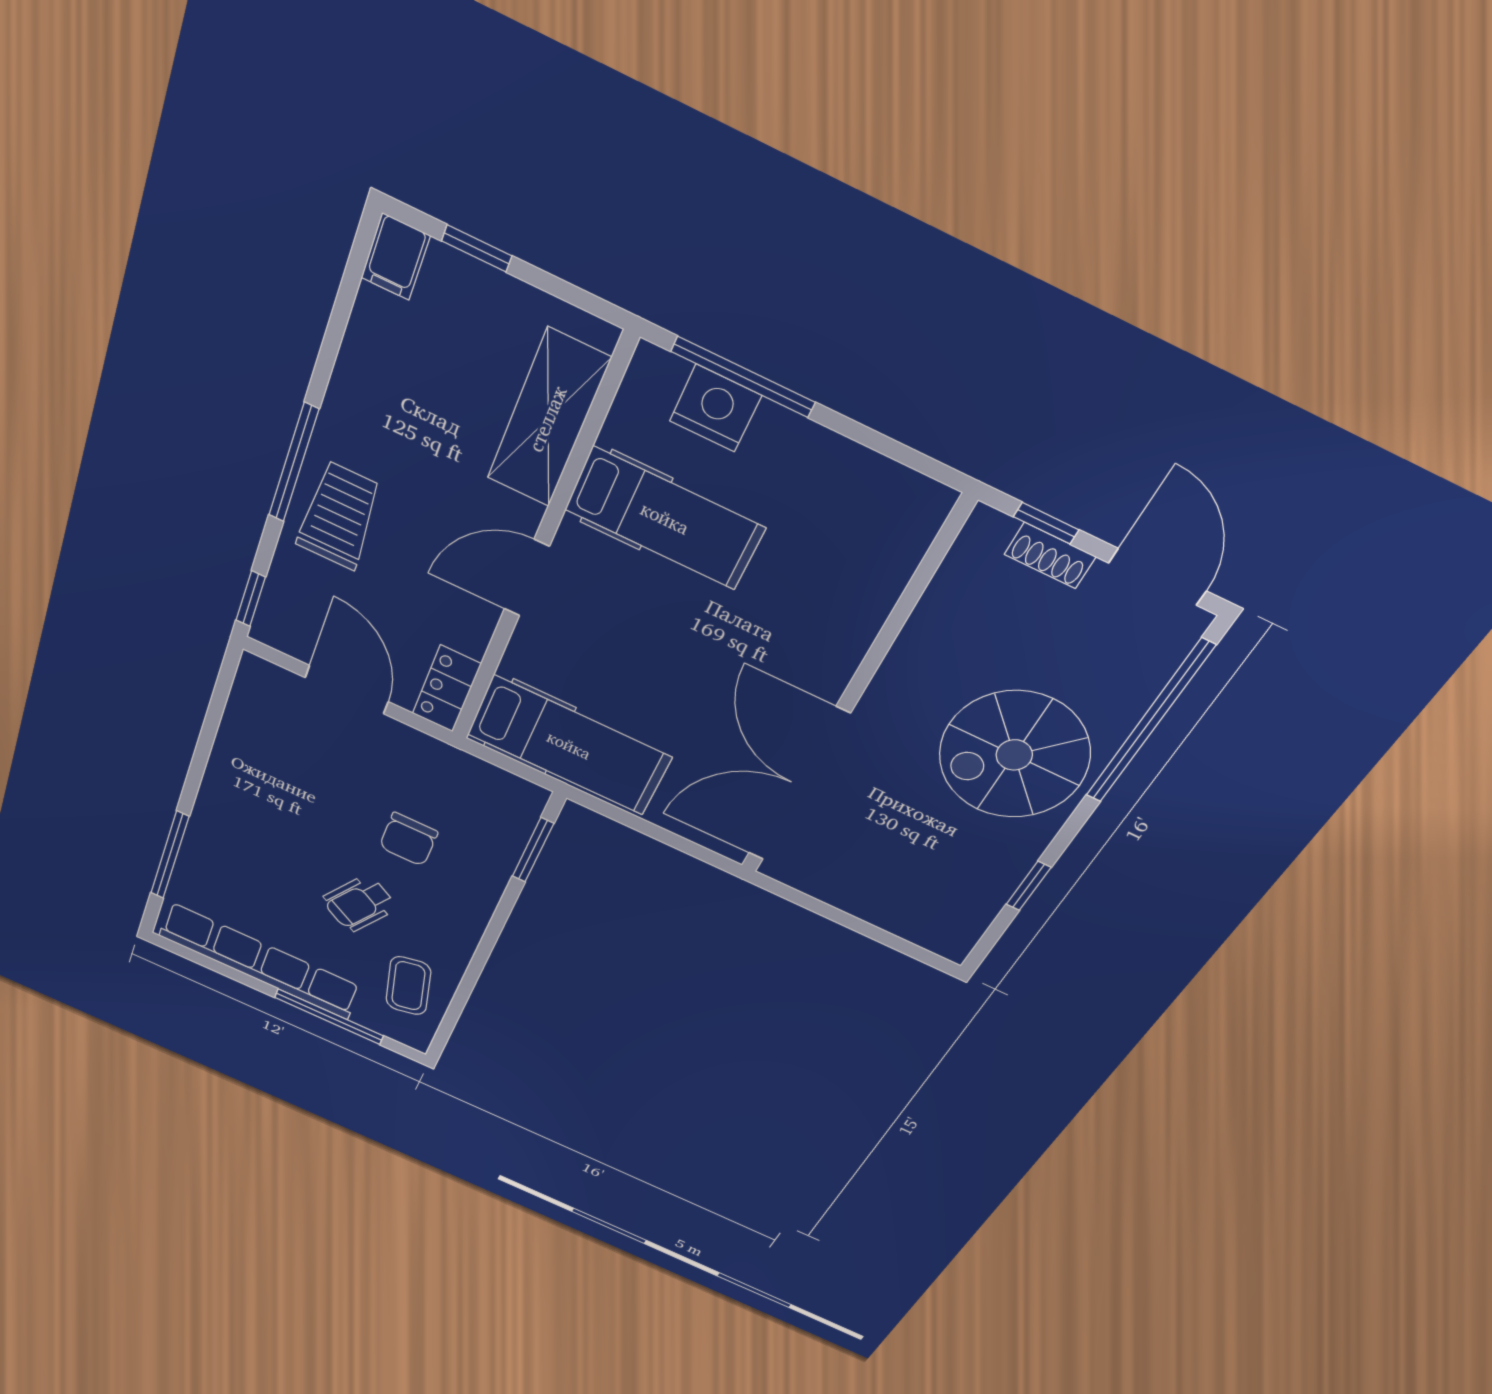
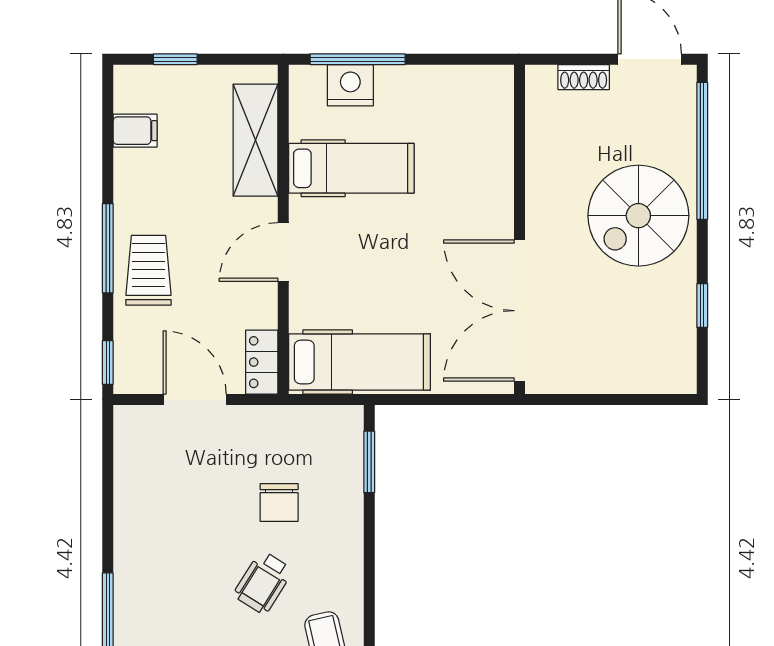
filing cabinet: (396, 257) -> (135, 131), moved, turned -90
window: (1046, 523) -> (570, 59), removed

